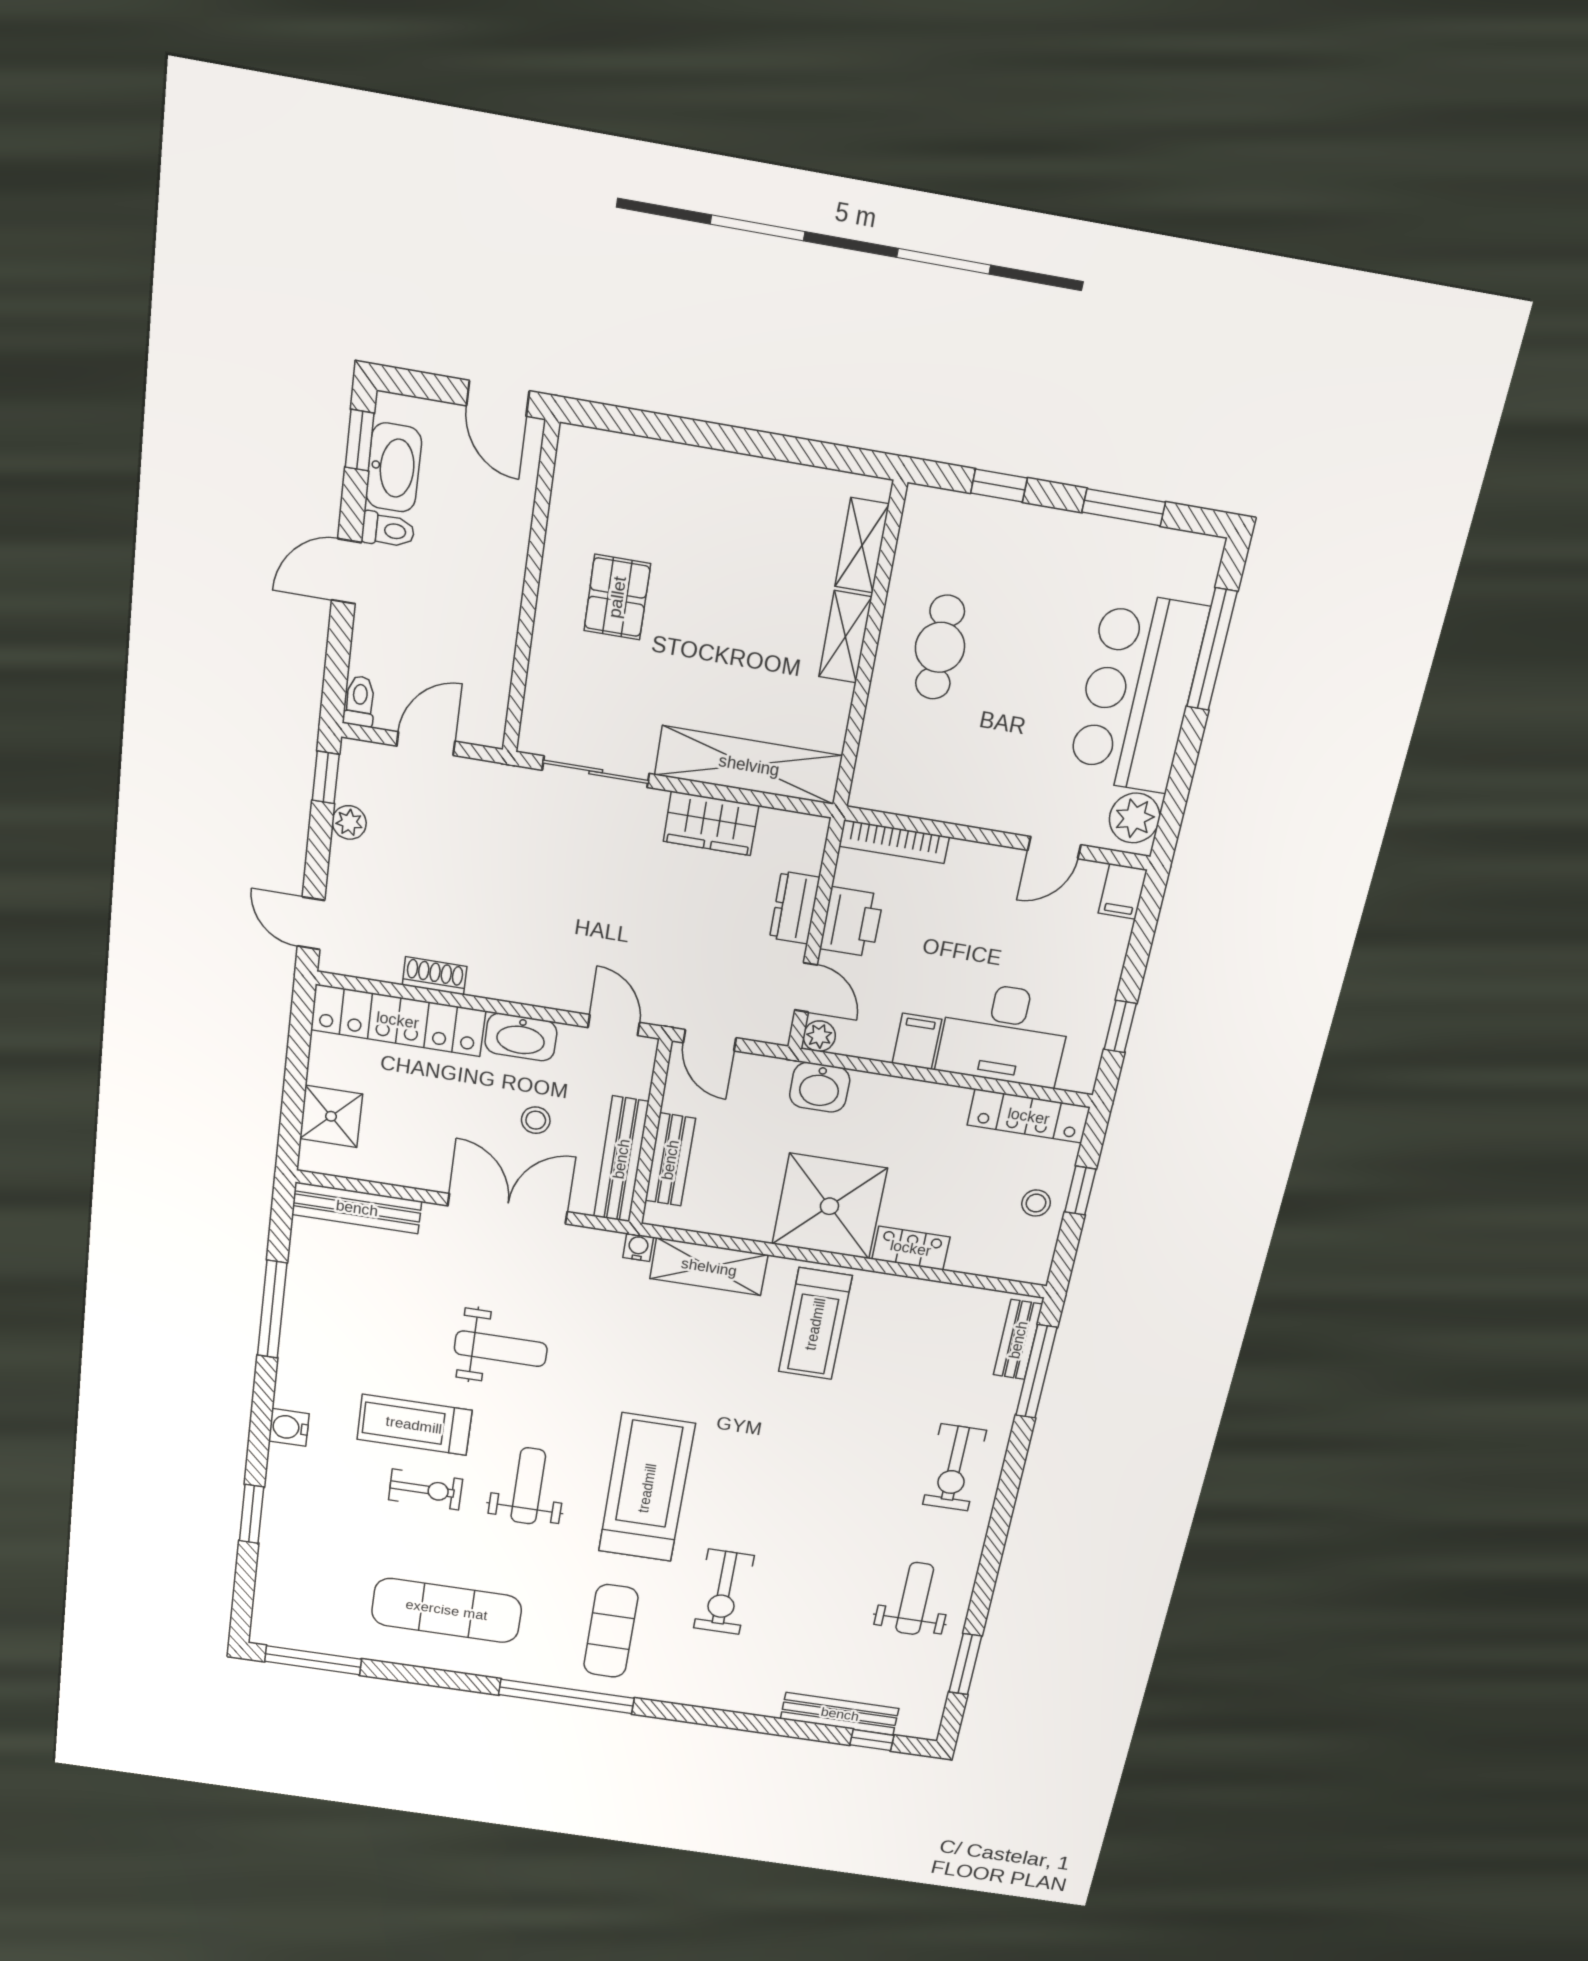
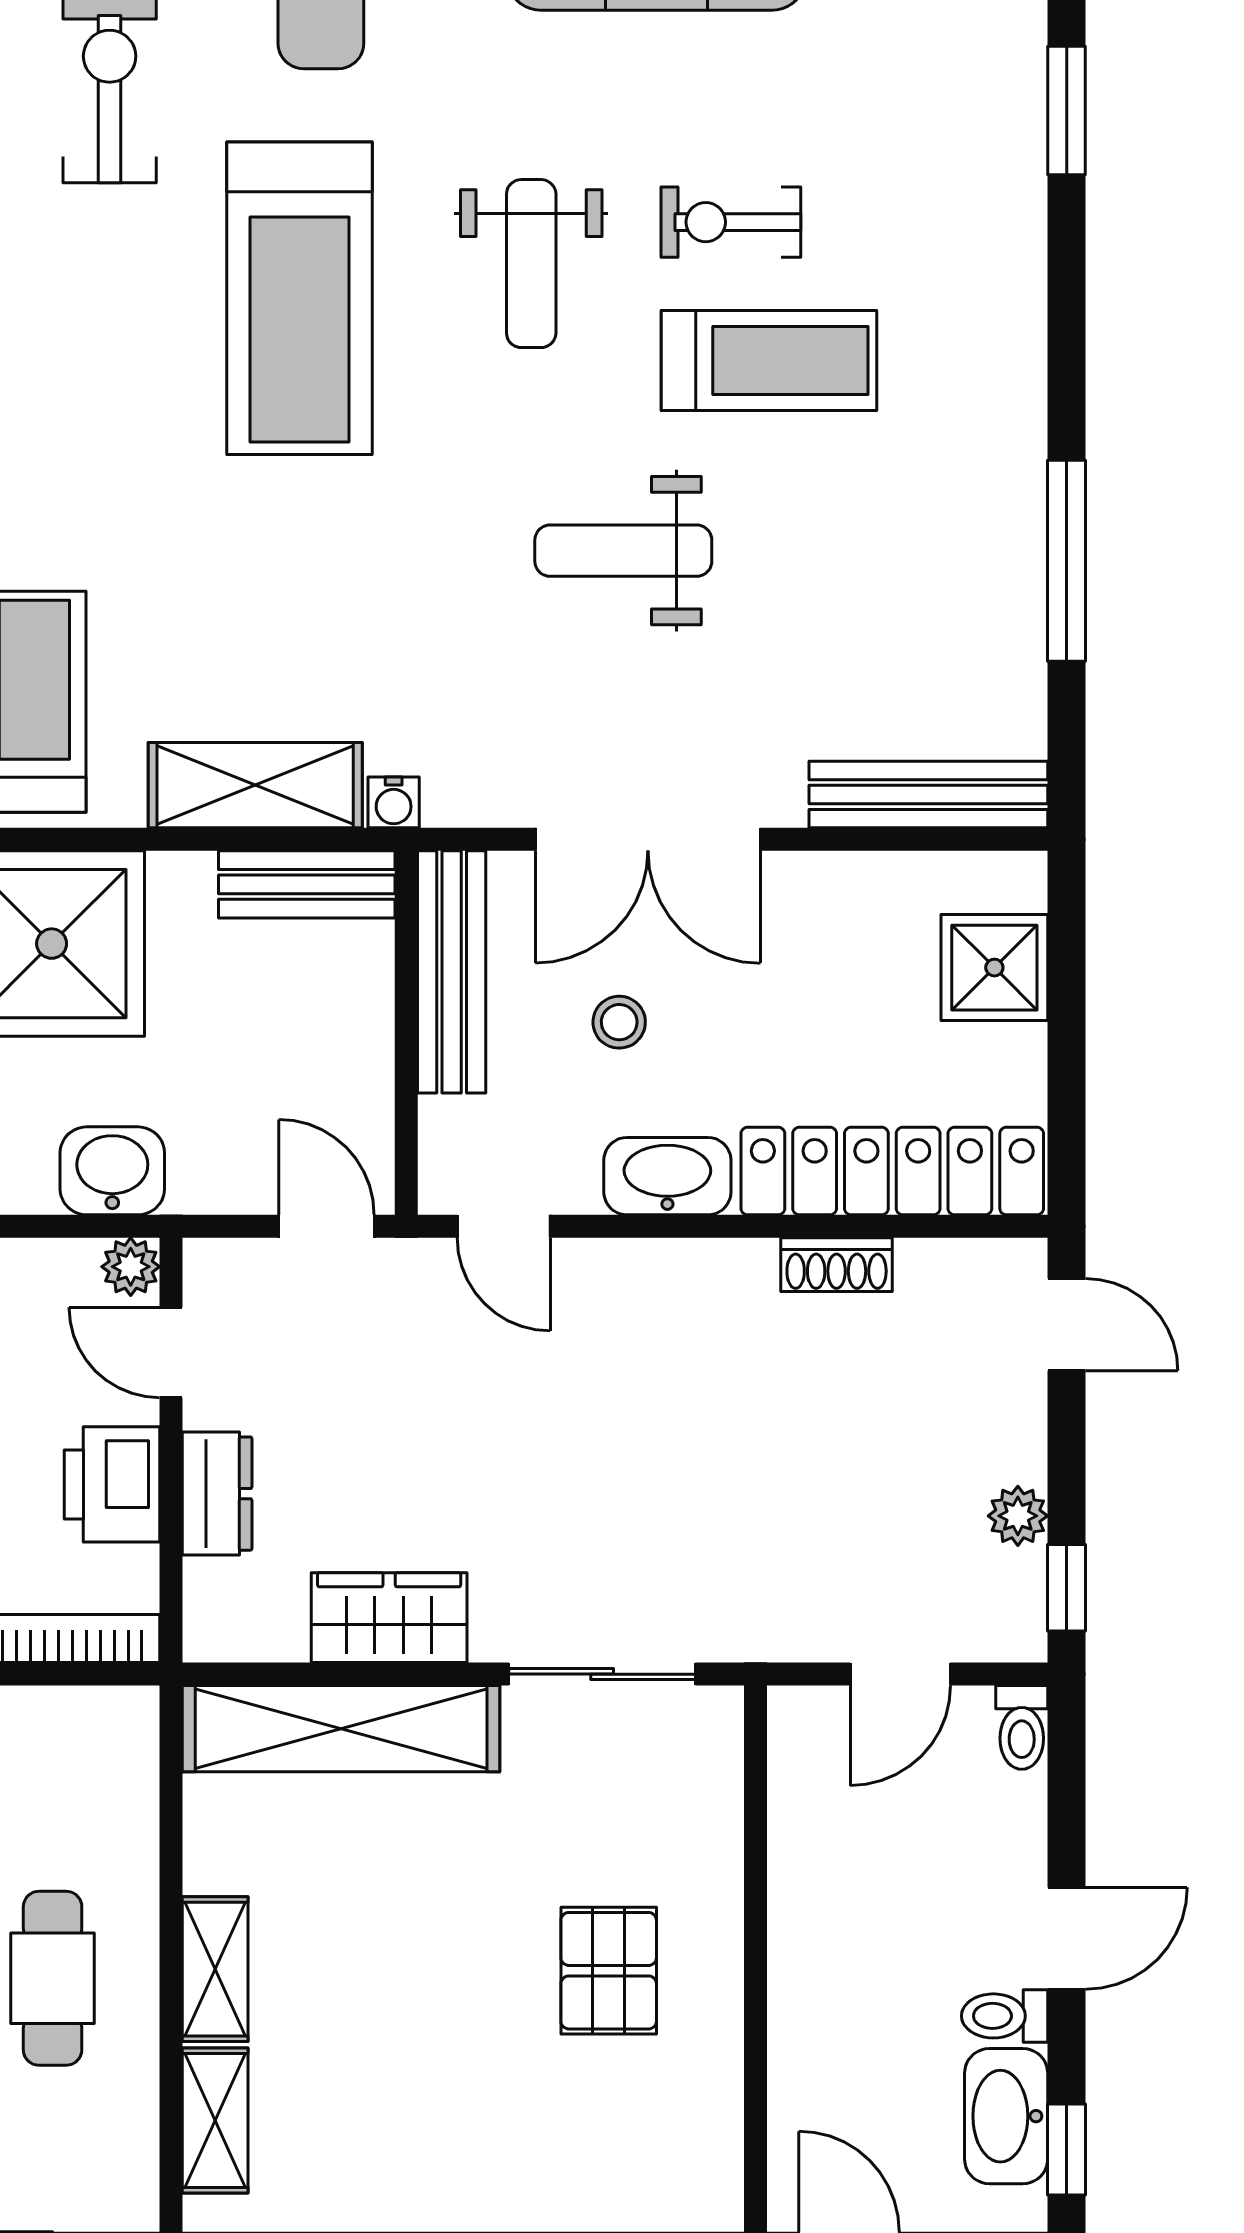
bench: (670, 1160) -> (307, 884), moved, turned 90
water cooler: (289, 1427) -> (1011, 314), removed

